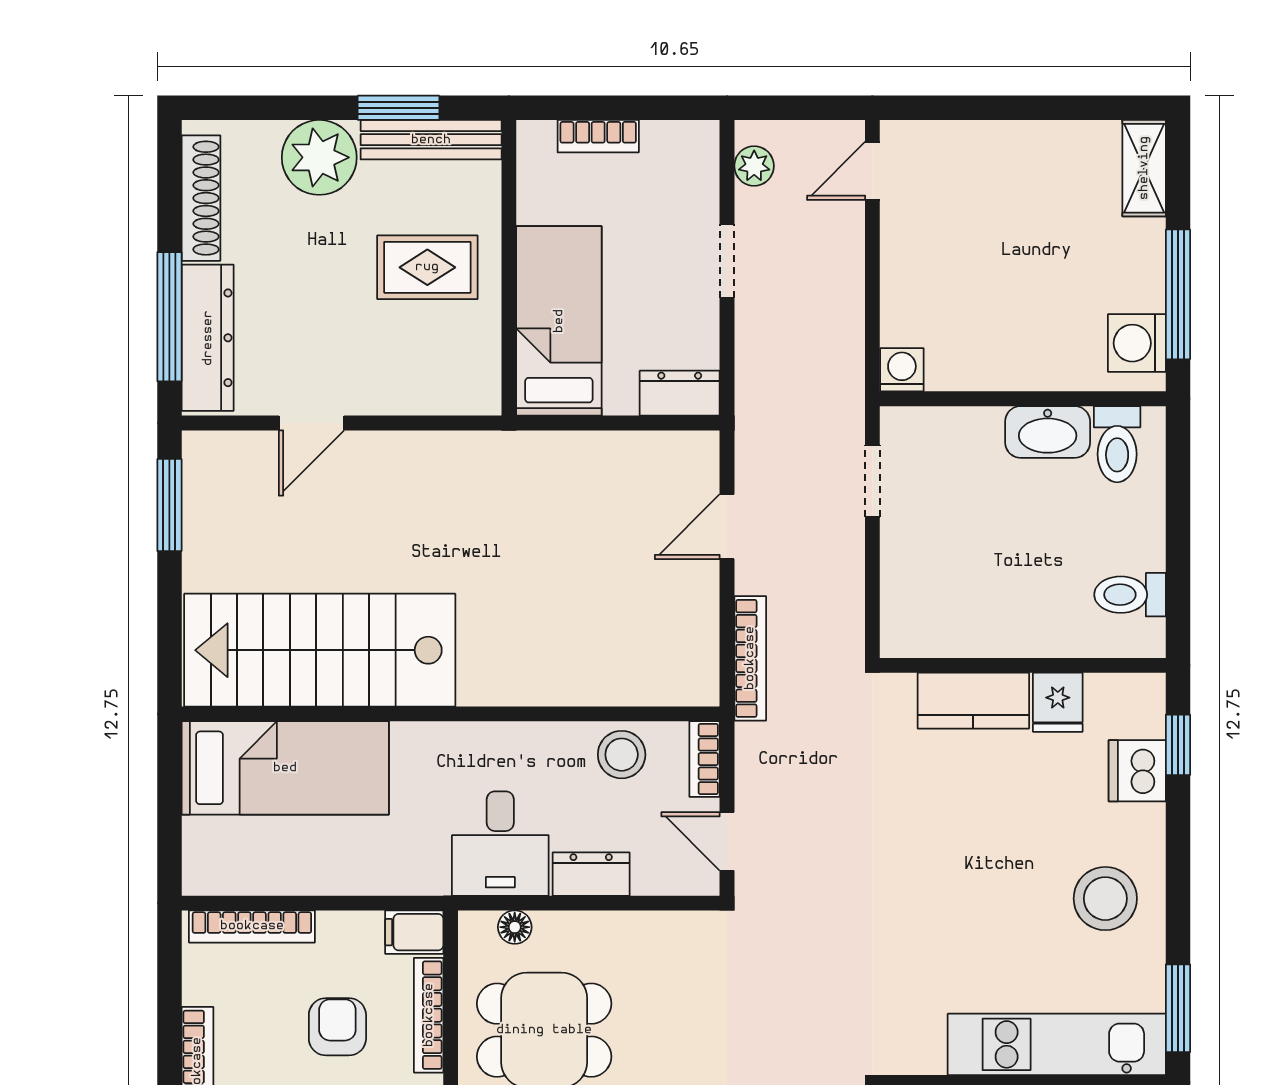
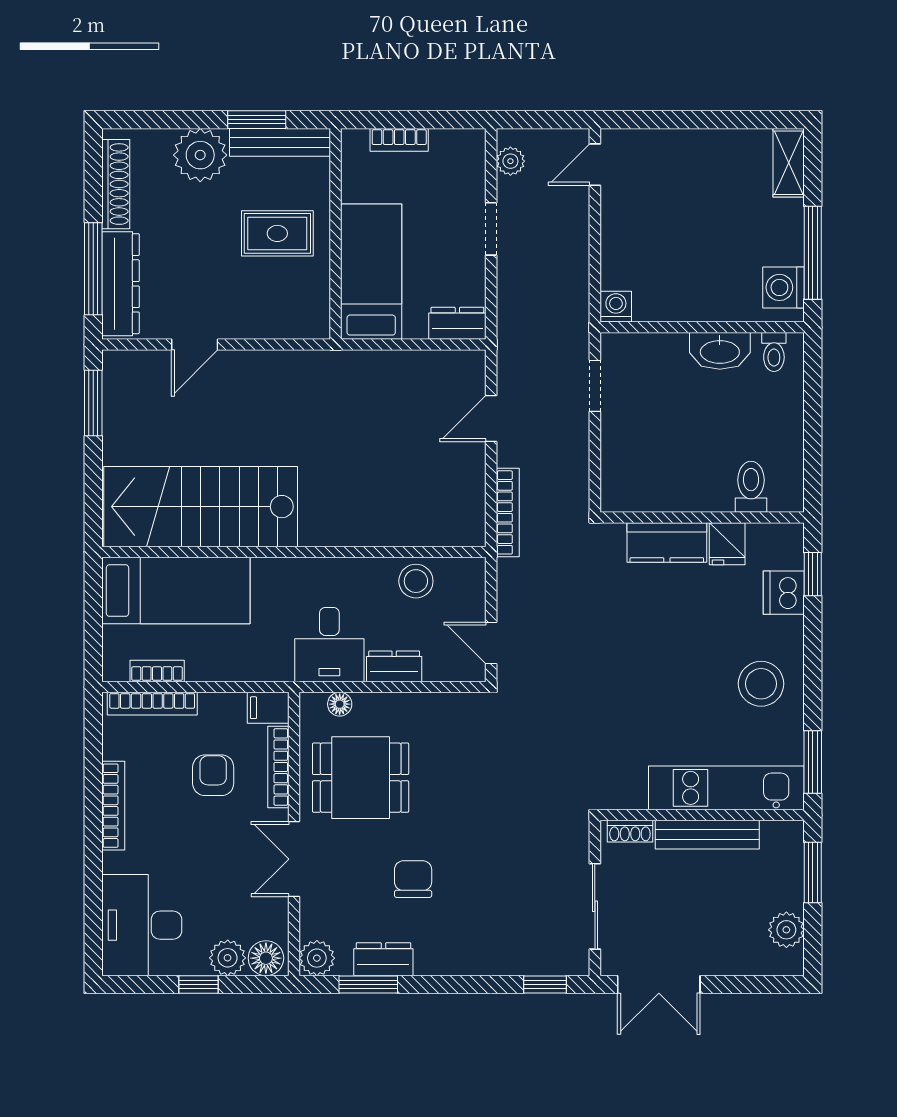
toilet: (1117, 444) -> (774, 352), width x0.73, depth x0.72
toilet: (1130, 595) -> (751, 487), moved, turned 90
bookcase: (705, 759) -> (157, 671), moved, turned 90

